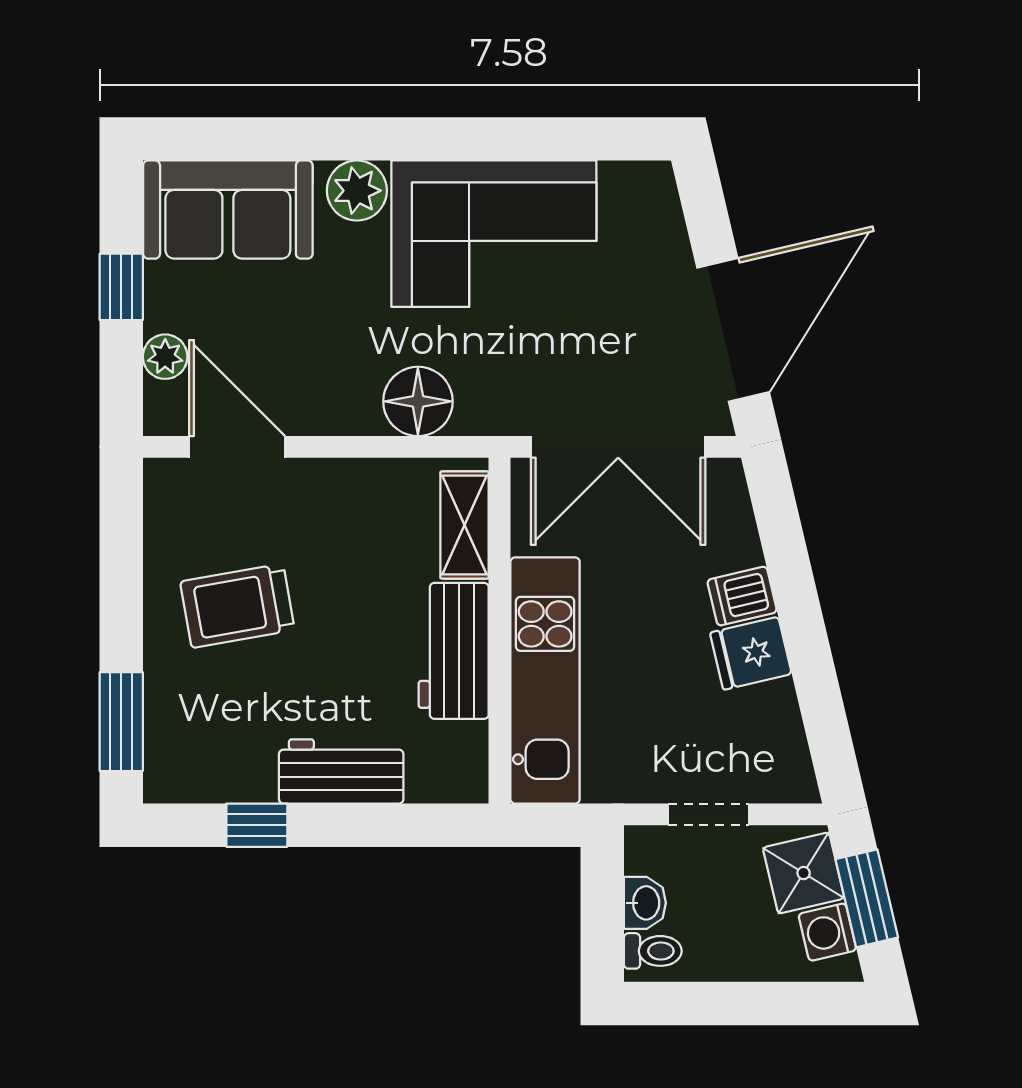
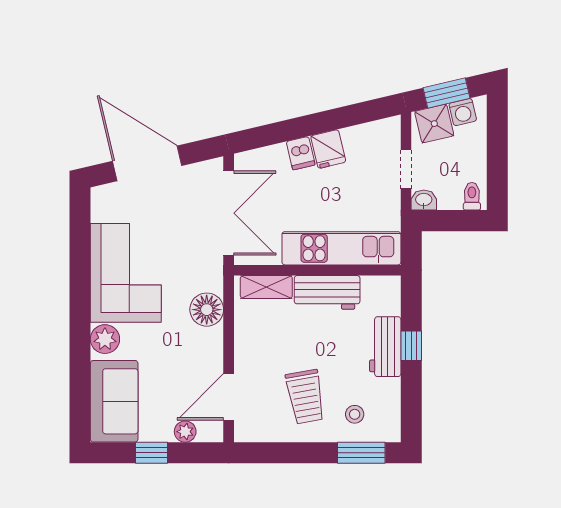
door: (733, 330) -> (147, 163), moved
stool: (201, 708) -> (355, 414), added
window: (257, 825) -> (411, 346), moved
washbasin: (645, 903) -> (424, 200), moved

